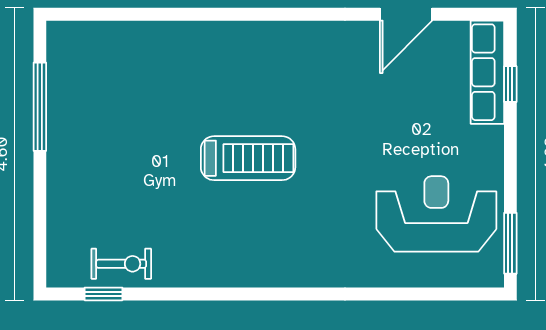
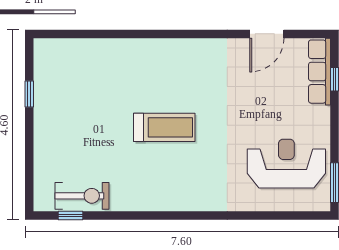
window: (40, 107) -> (29, 94), width x0.46
exercise bike: (121, 264) -> (82, 196), width x1.38, depth x1.39

